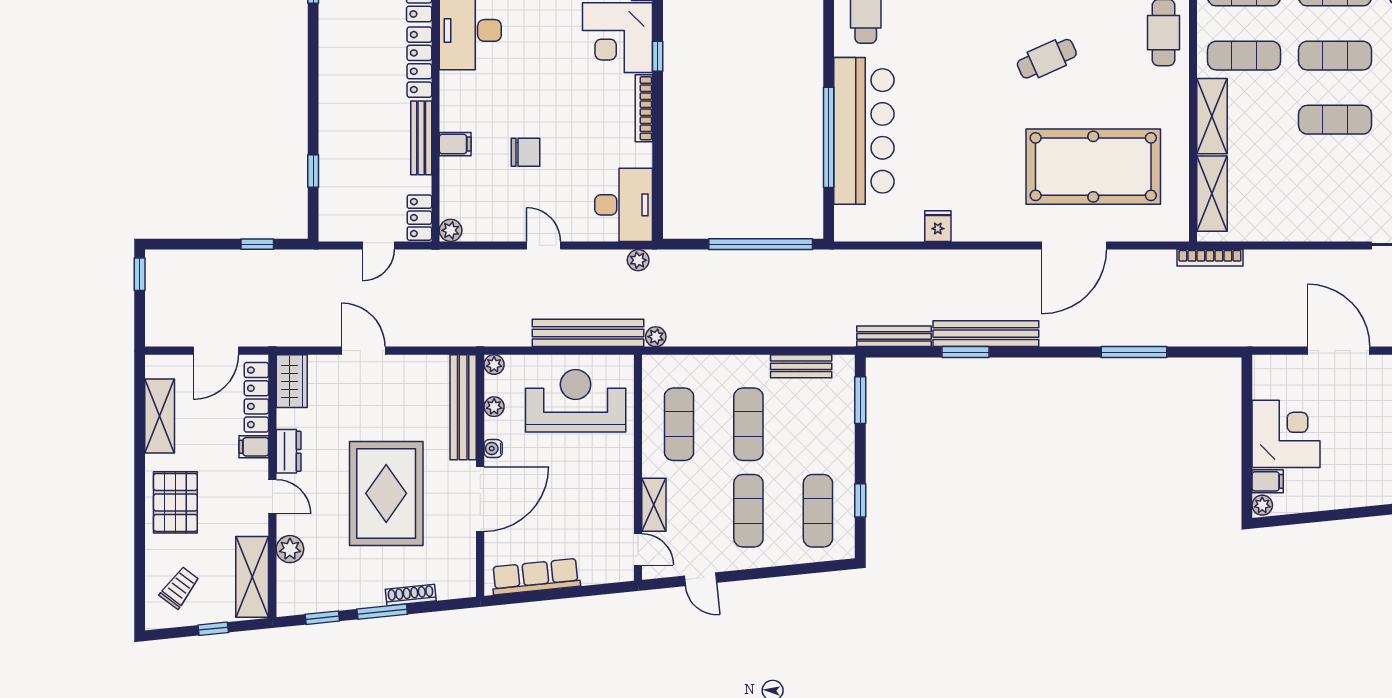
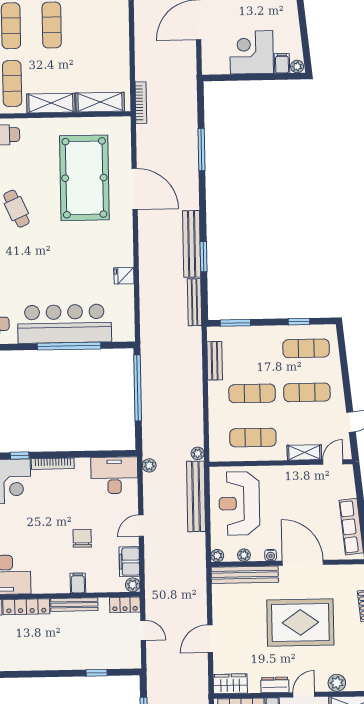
filing cabinet: (487, 226) -> (129, 562), added

